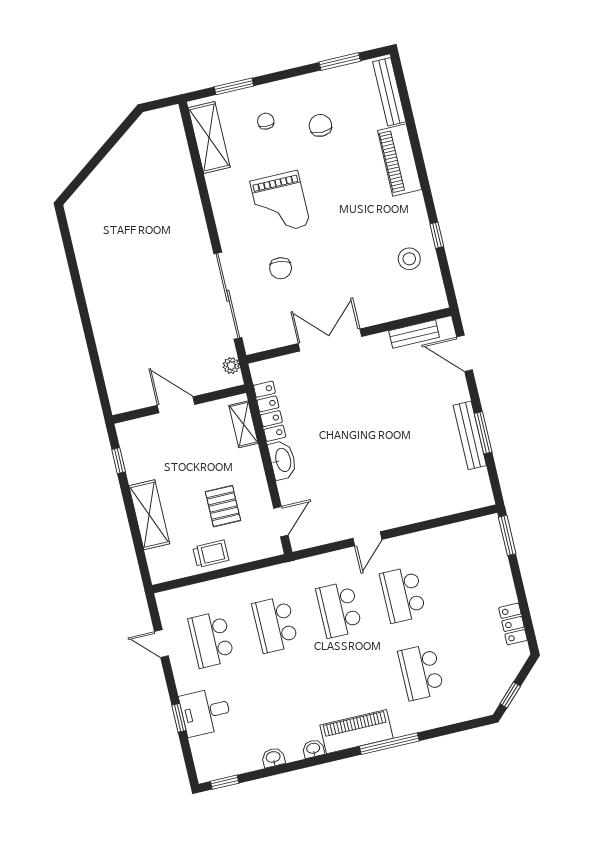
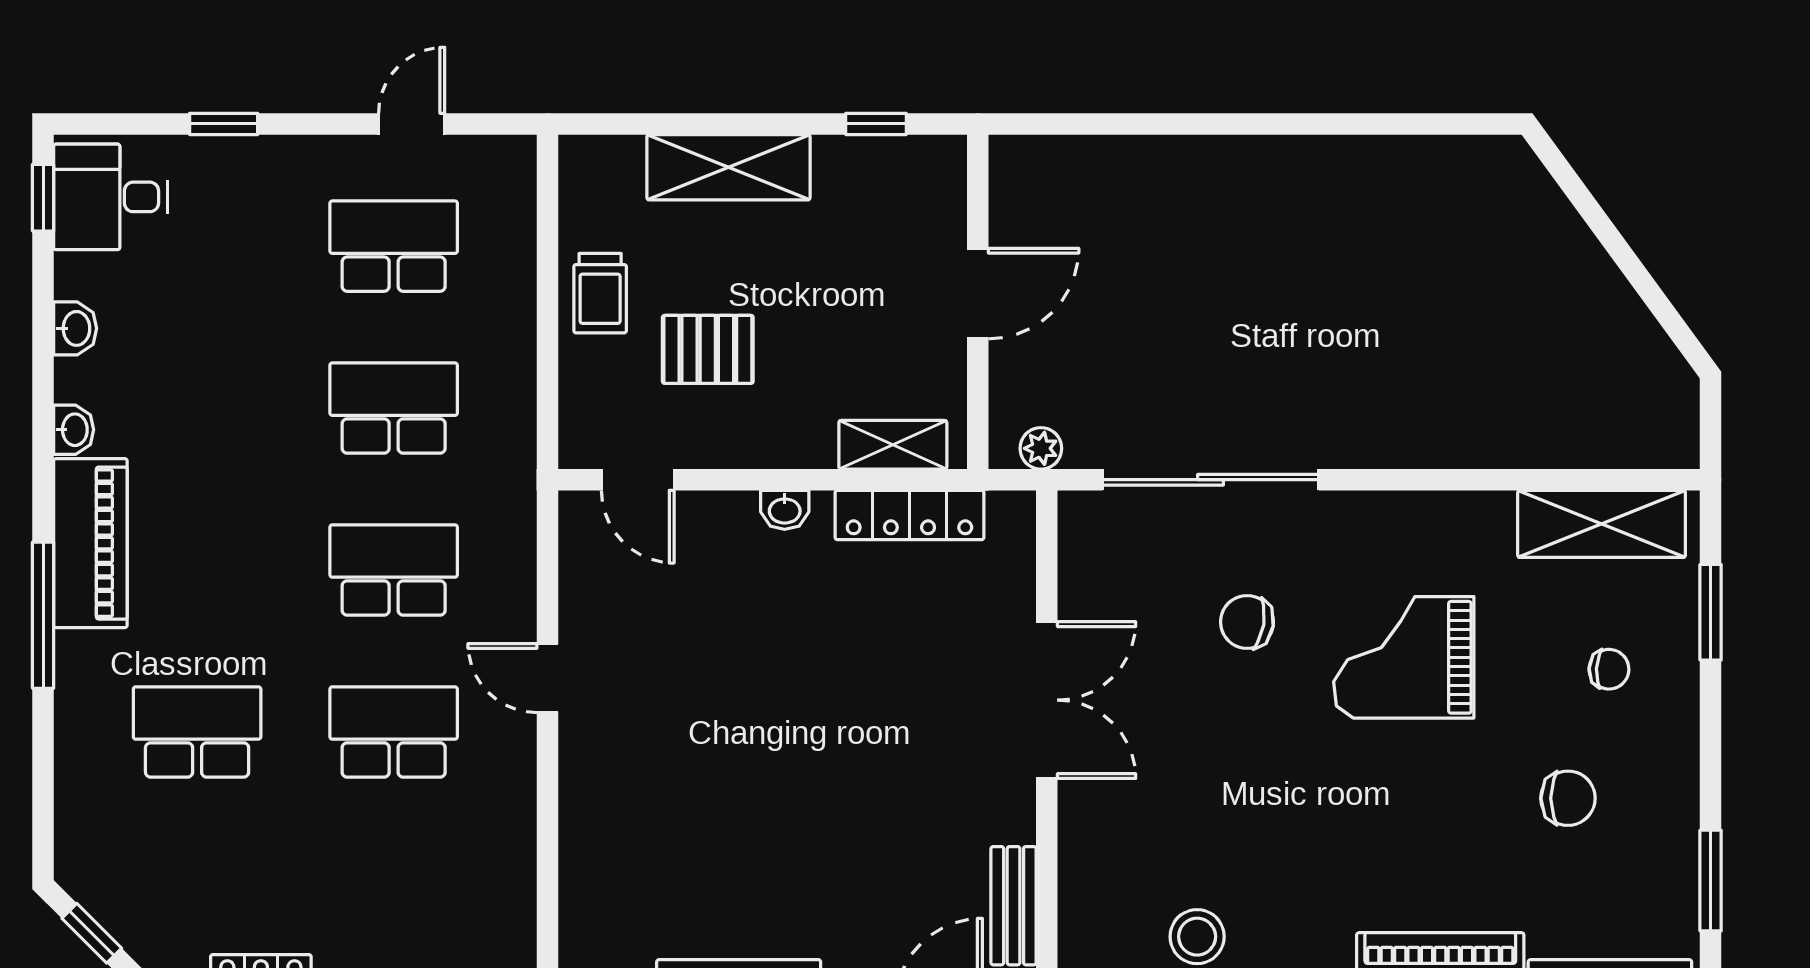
washbasin: (283, 460) -> (785, 510), width x0.52, depth x0.69
desk: (206, 712) -> (111, 197), moved, turned -90

